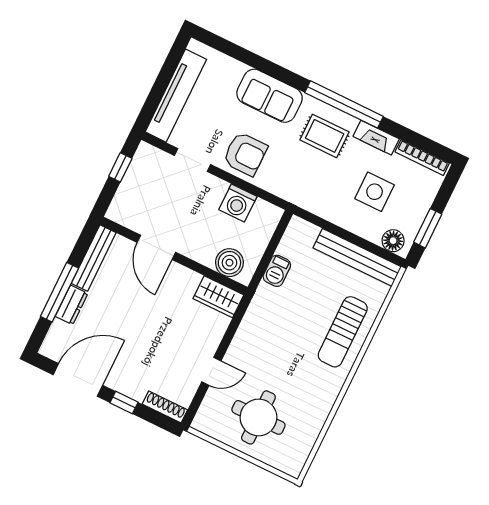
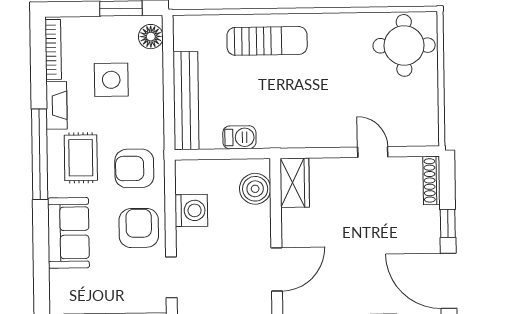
armchair: (294, 174) -> (134, 168), added
bench: (357, 257) -> (186, 101), moved
round table: (258, 417) -> (404, 45), moved

